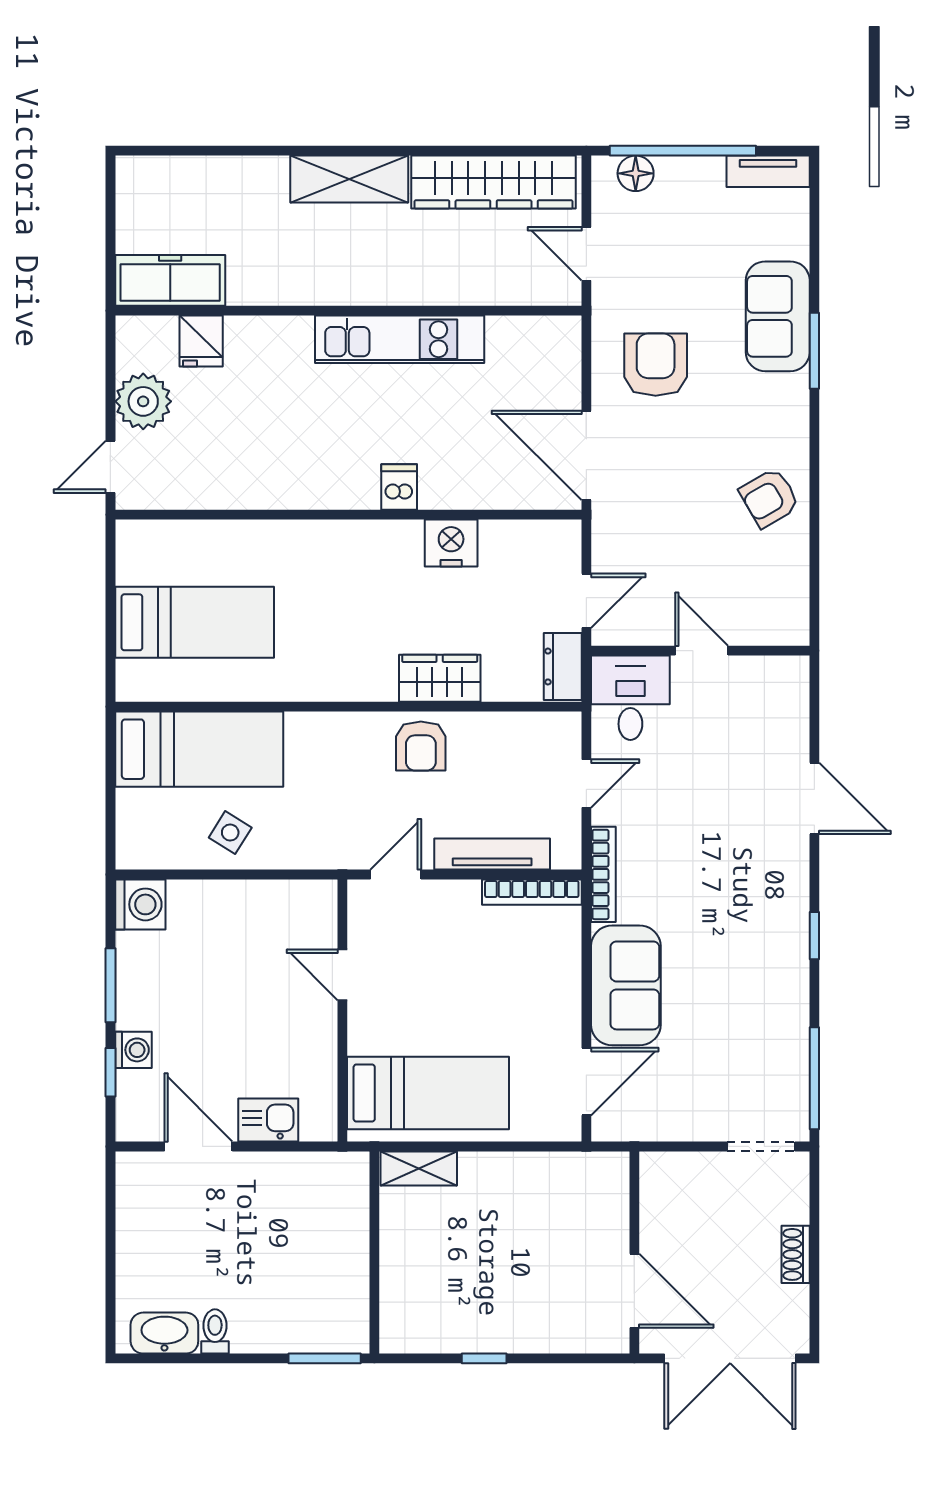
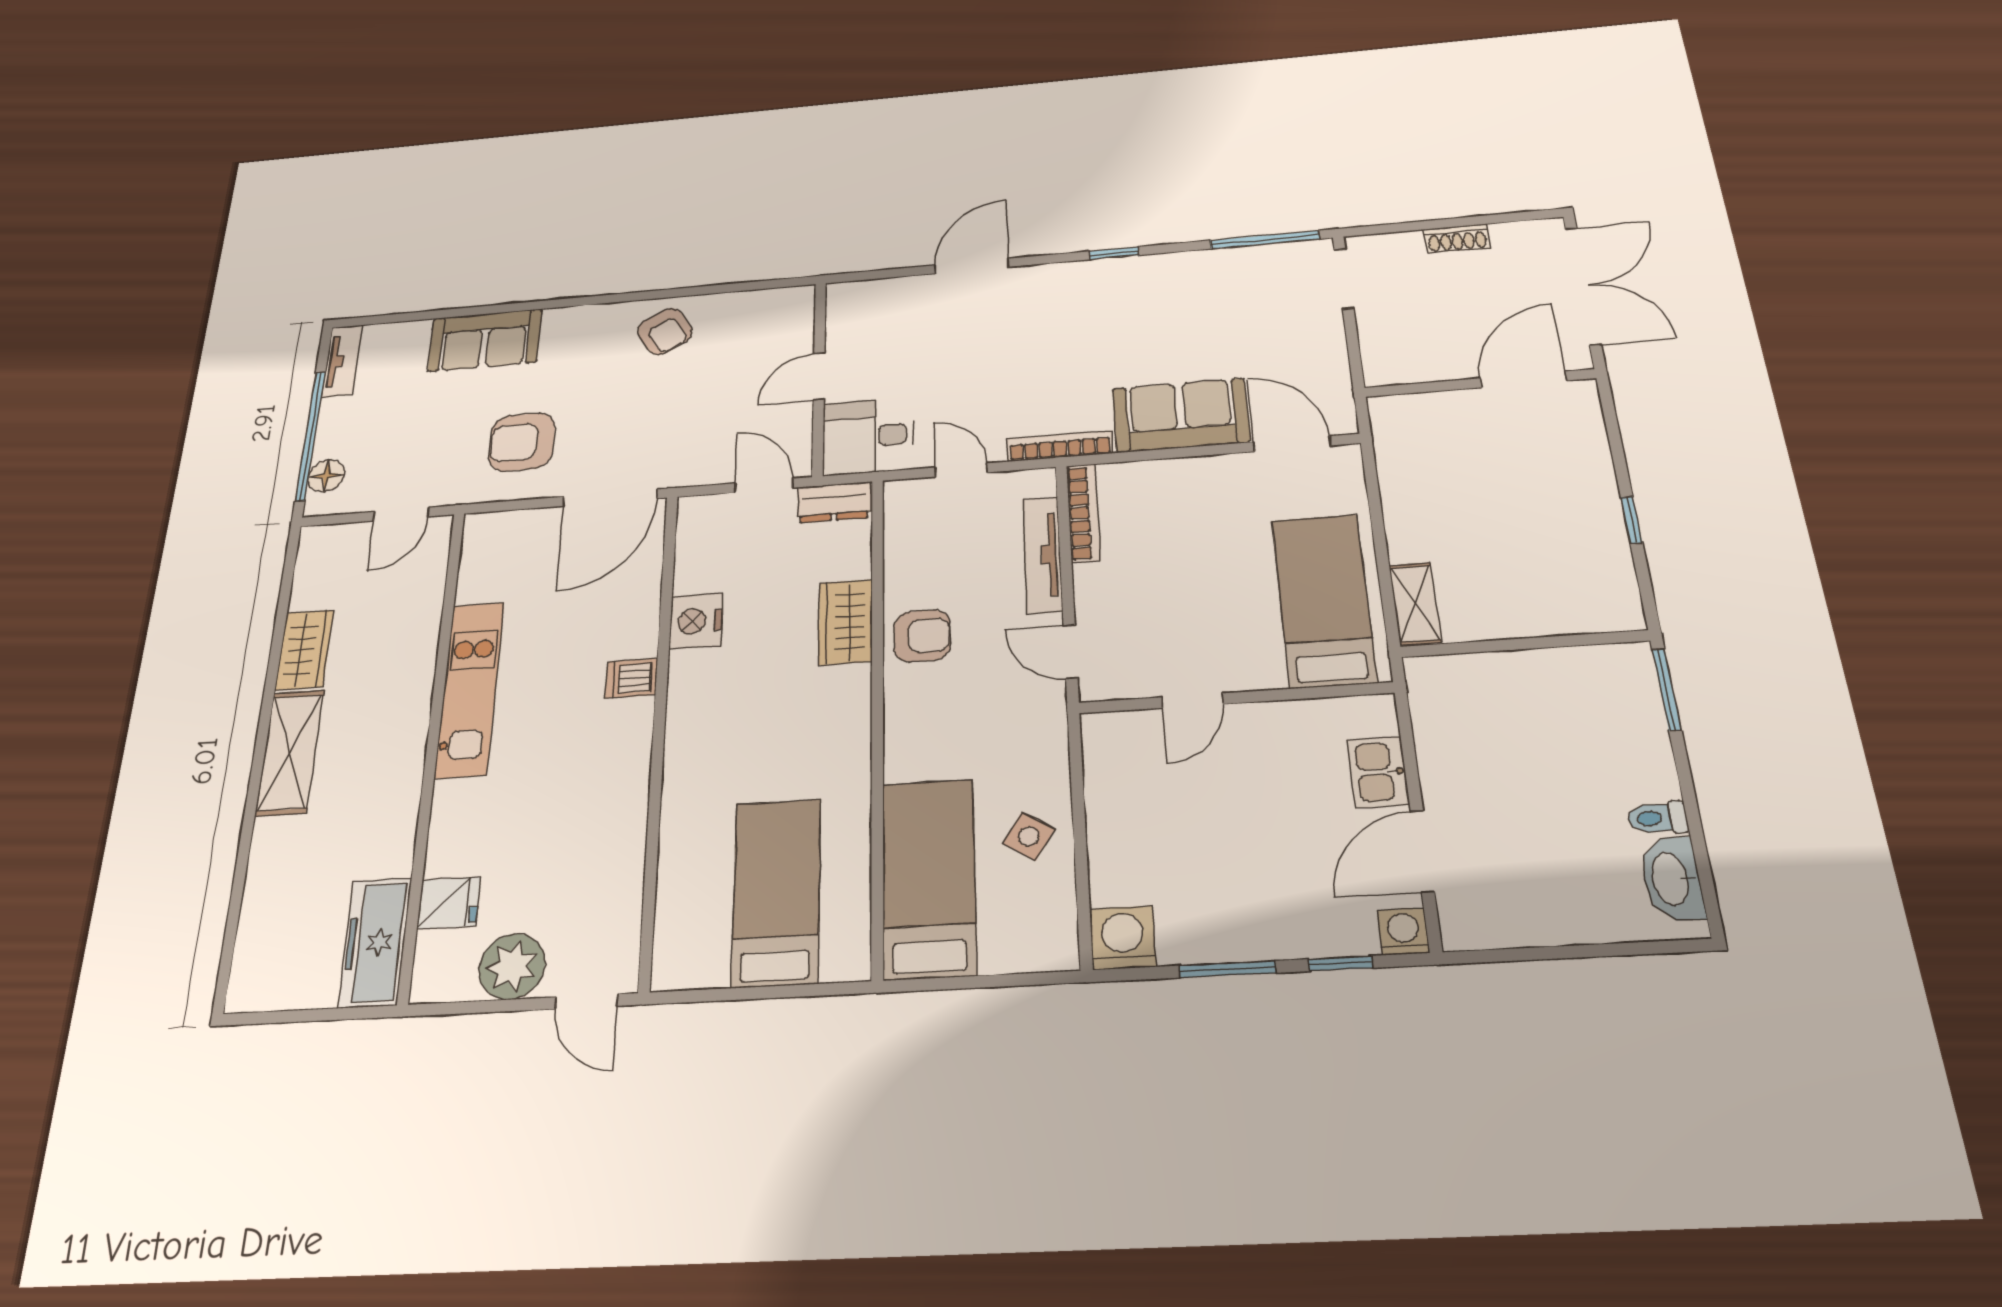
wardrobe: (494, 182) -> (304, 650), width x0.48, depth x0.85
window: (814, 351) -> (522, 307), removed
washing machine: (133, 1050) -> (1403, 932), moved

